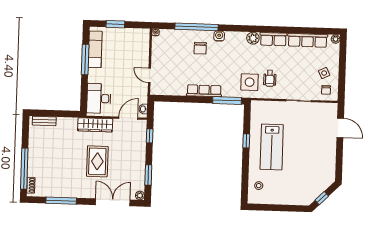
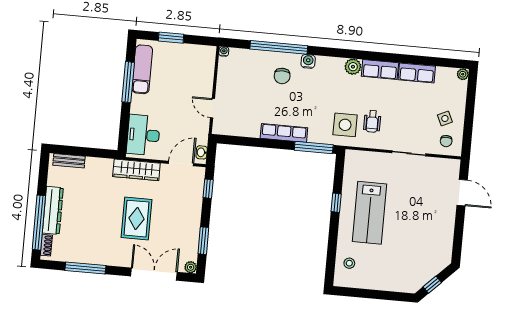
row of seats: (308, 40) -> (417, 73), width x0.68
dresser: (34, 159) -> (53, 210), added

